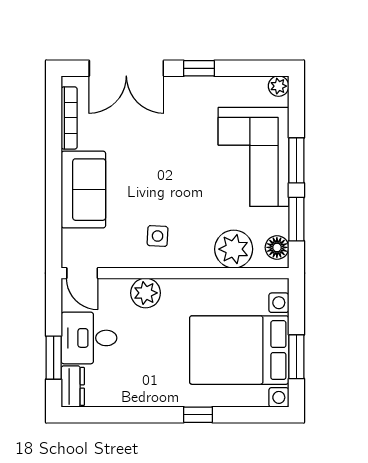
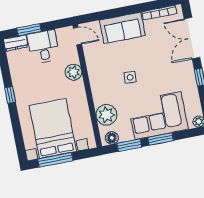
side table: (158, 236) -> (130, 77), moved
door: (82, 273) -> (77, 36), swing flipped
window: (296, 357) -> (55, 160), width x1.44
window: (198, 415) -> (10, 95), moved

